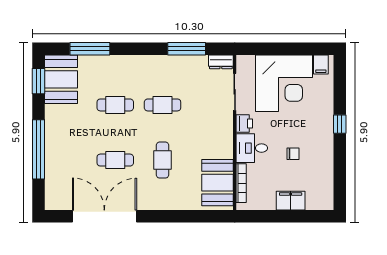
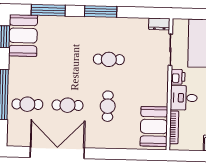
window: (187, 49) -> (101, 11), moved
cafe table: (115, 105) -> (27, 104), moved

